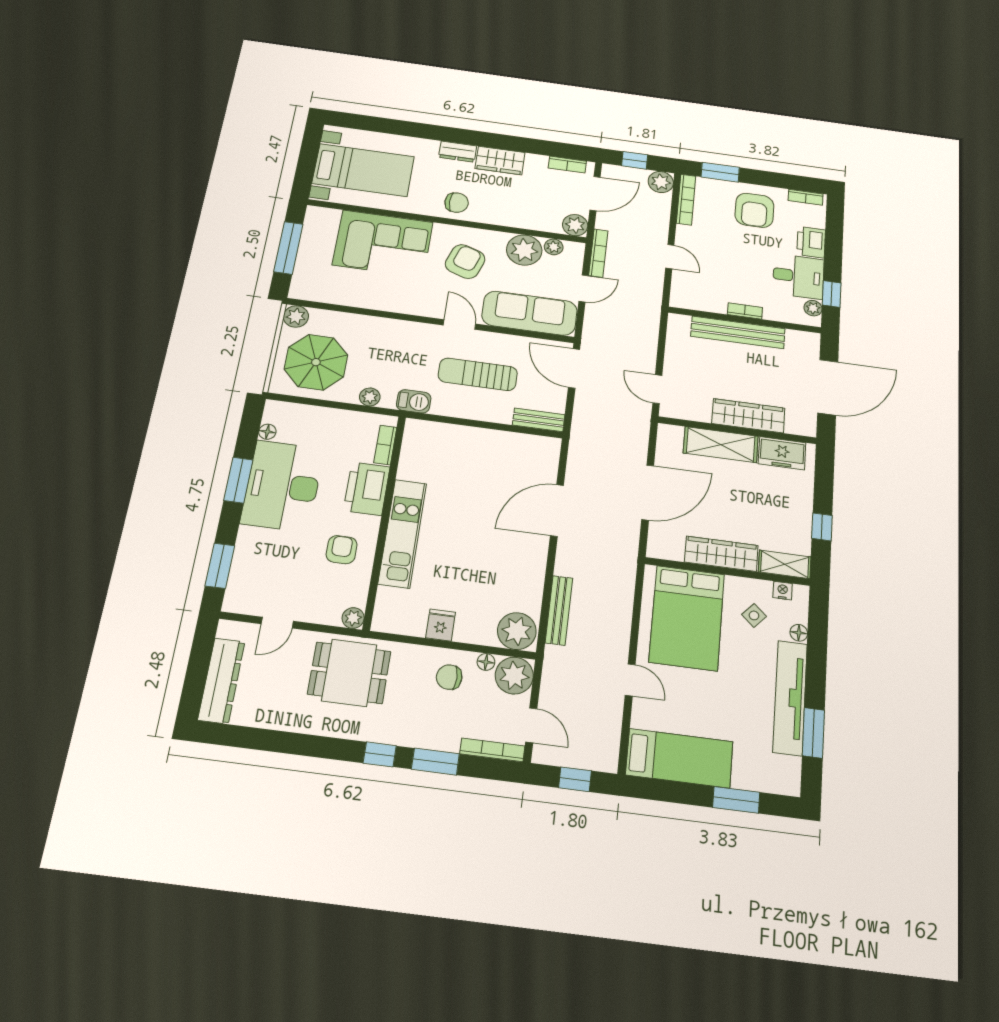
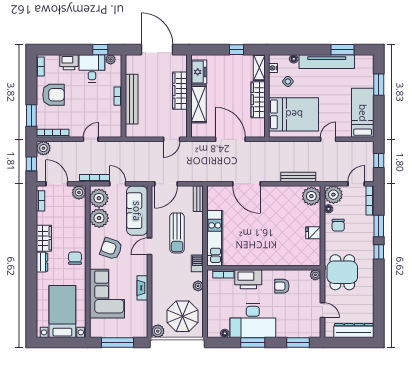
plant: (554, 247) -> (99, 198), width x1.88, depth x1.88
fireplace: (383, 302) -> (142, 288), added
kitchen unit: (402, 533) -> (215, 238), moved, turned 90

